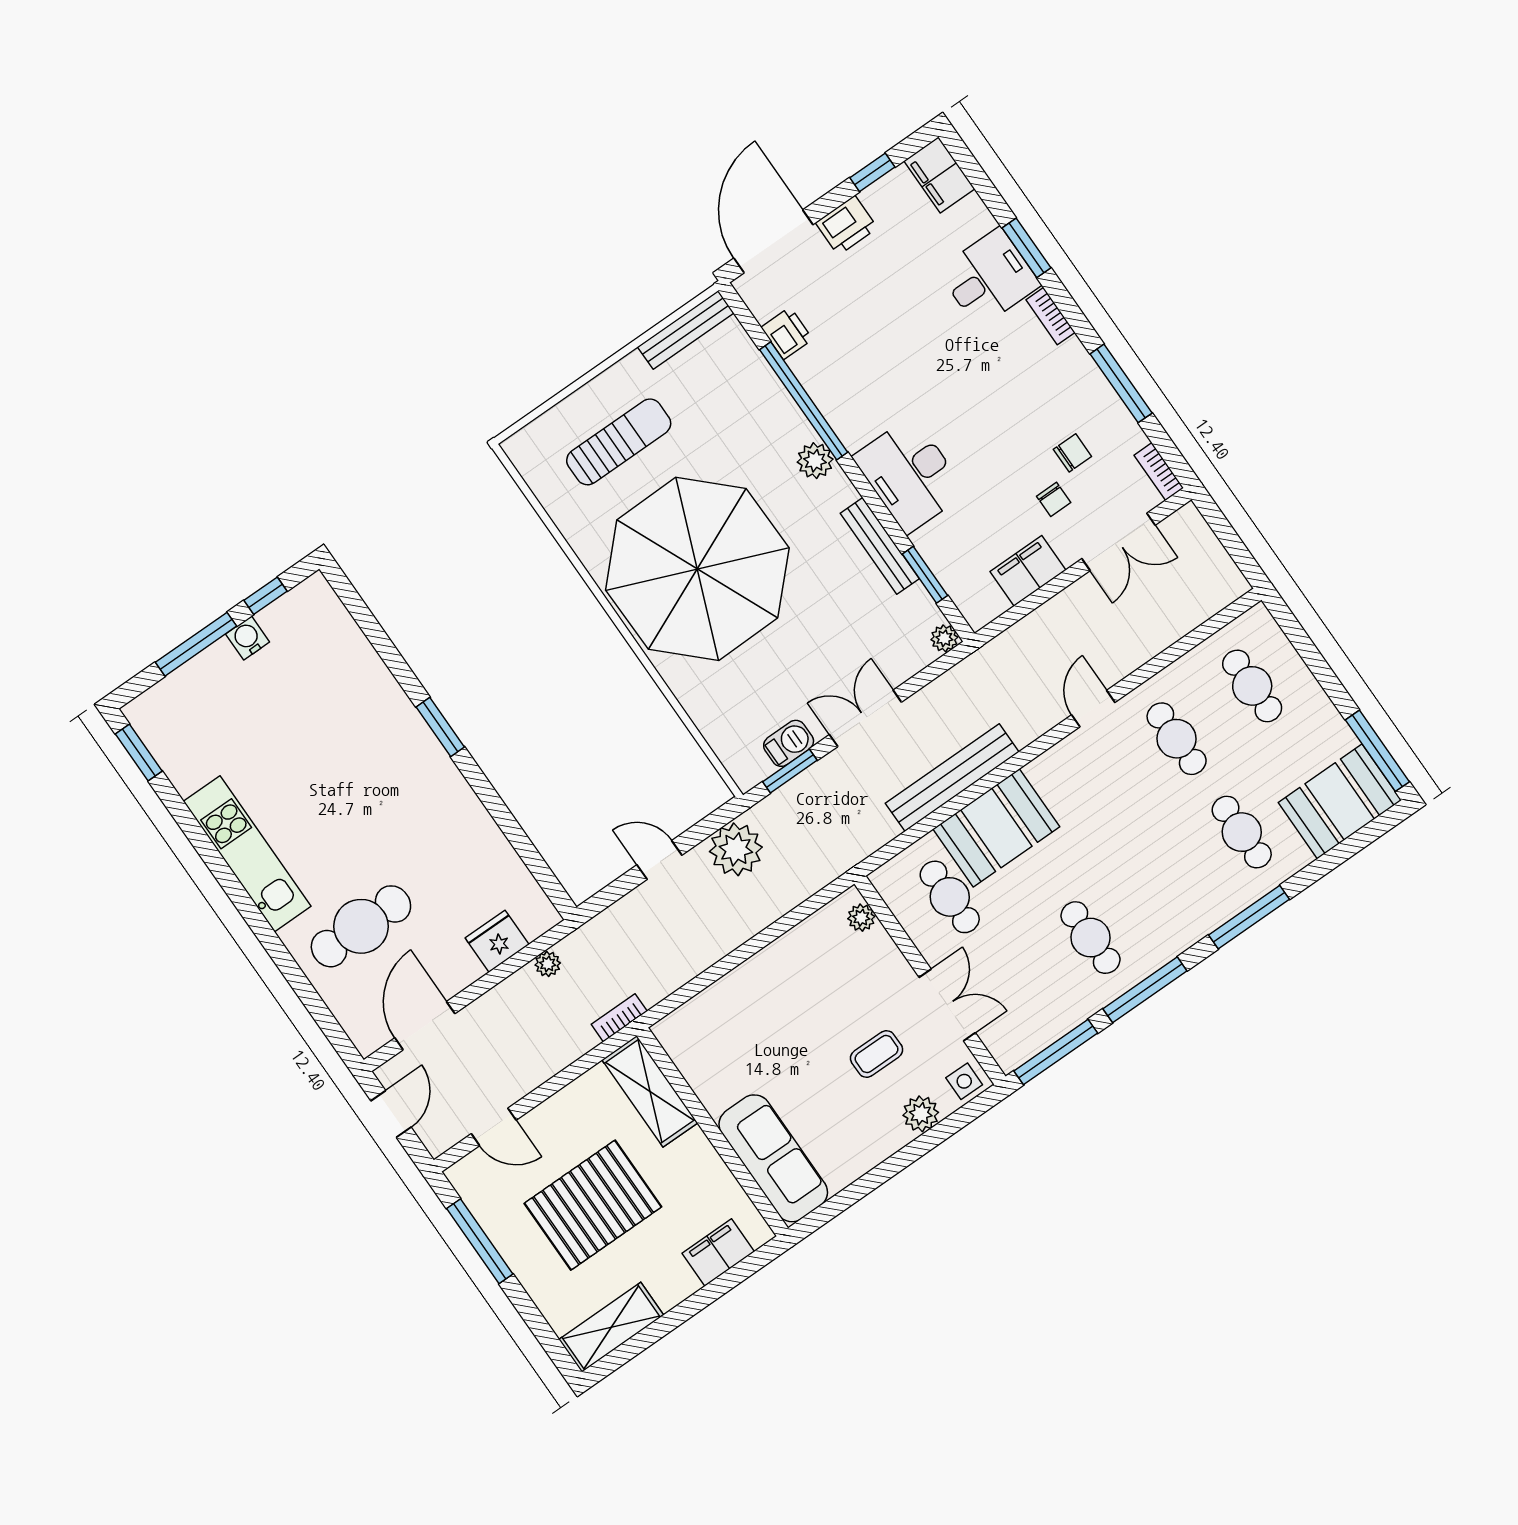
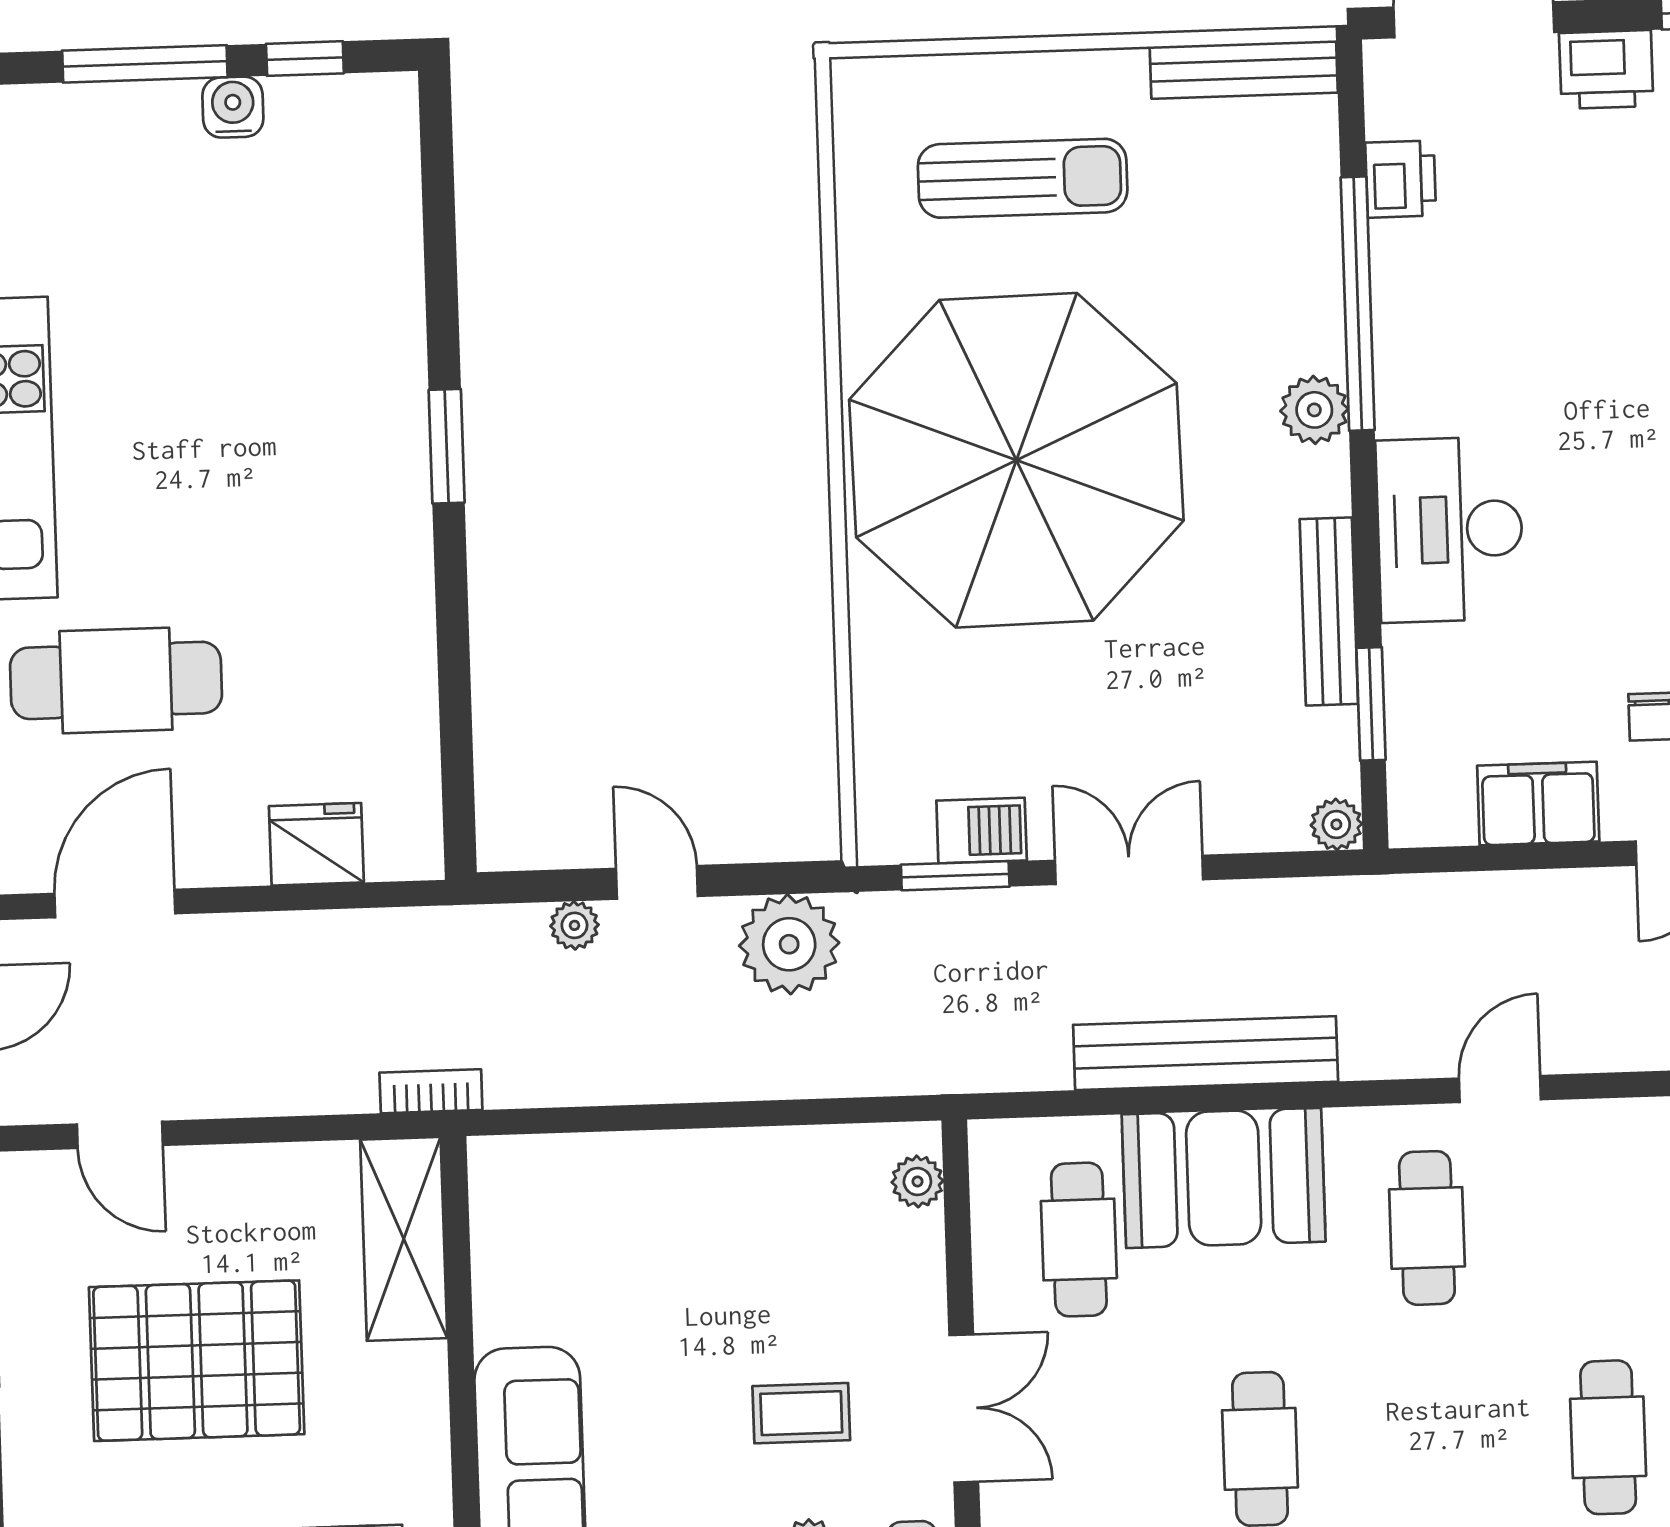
cafe table: (1177, 739) -> (1427, 1228), moved
plant: (548, 964) -> (574, 925), moved

